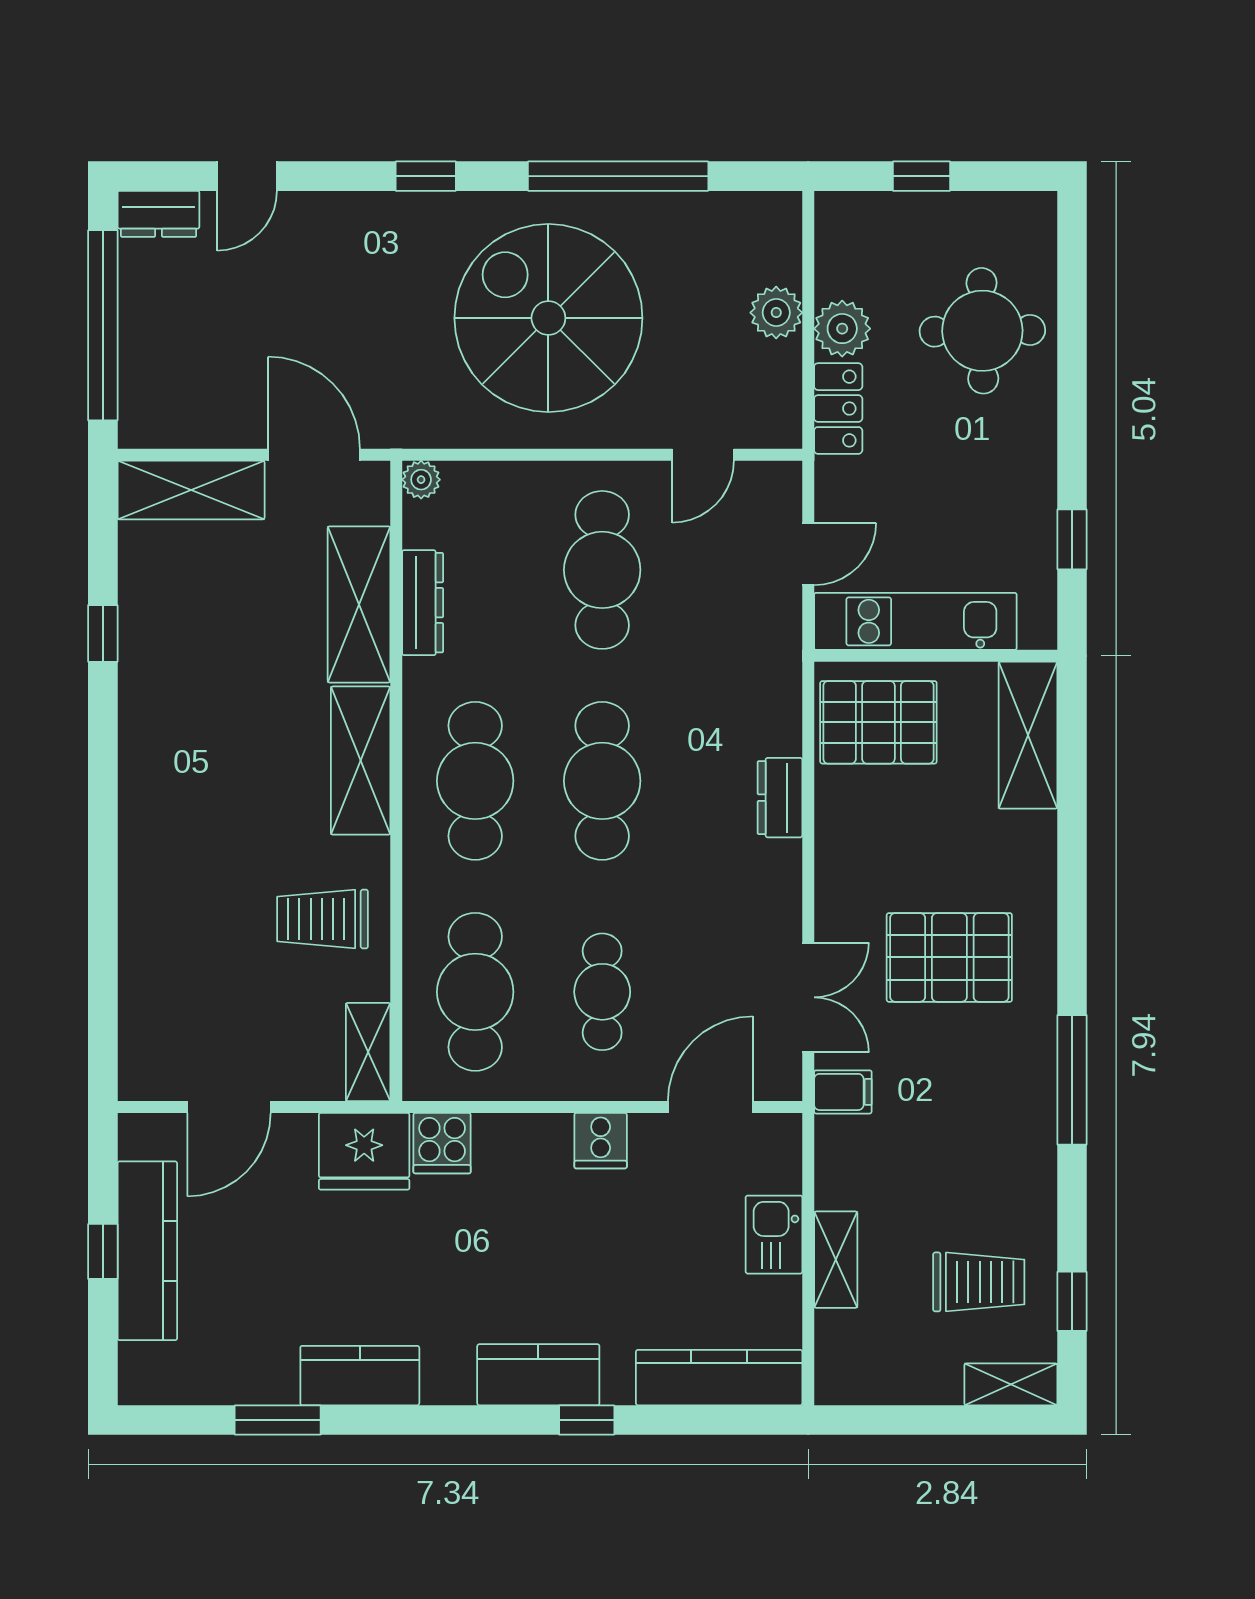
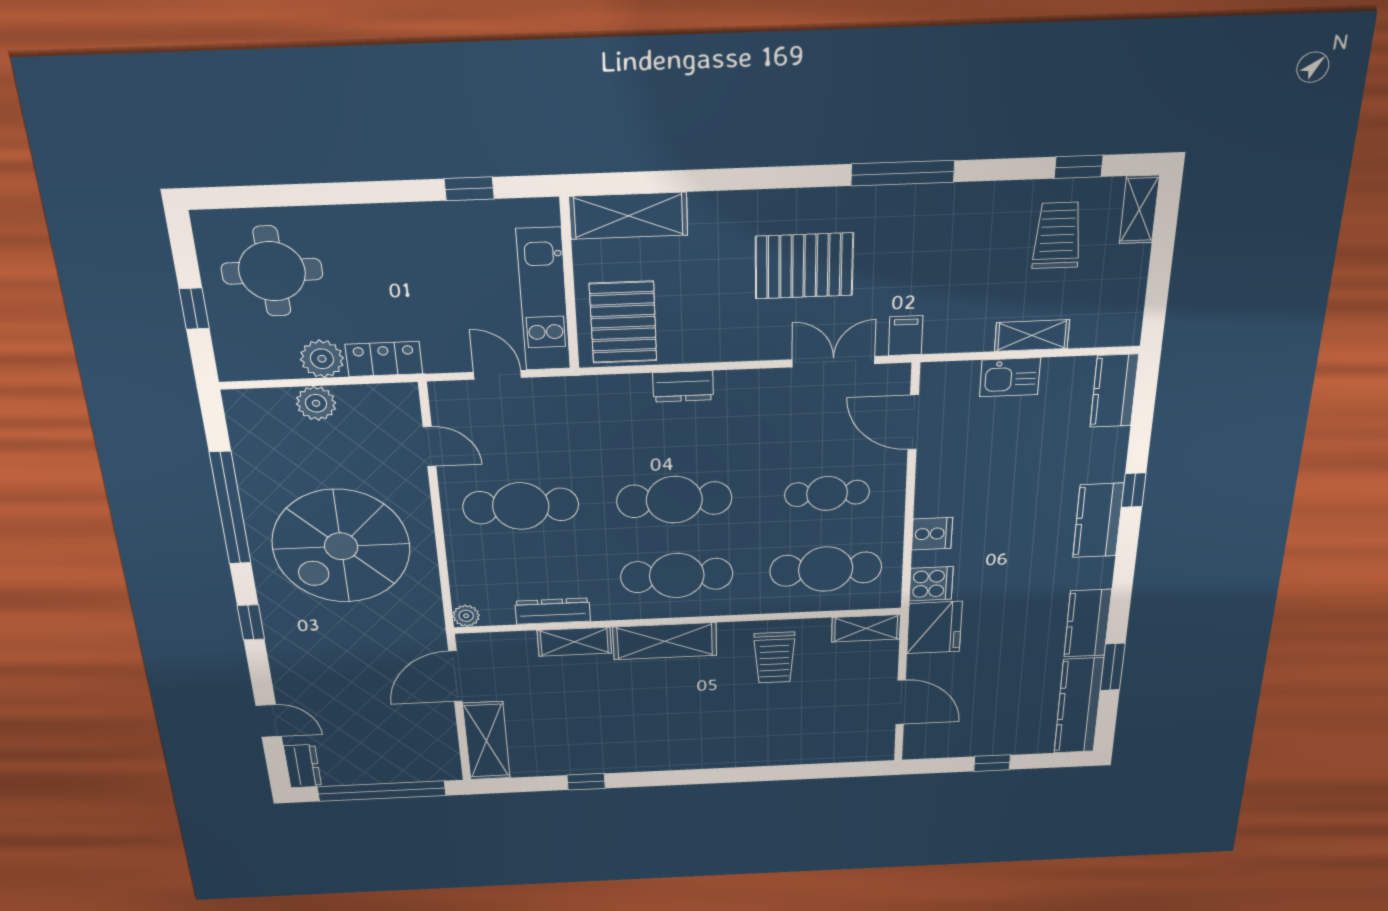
round table: (982, 331) -> (272, 271), moved
shelving: (359, 604) -> (574, 642), width x0.67, depth x0.75
pallet: (949, 957) -> (804, 266), turned 90
cooker: (601, 1141) -> (932, 534), moved
kitchen counter: (147, 1251) -> (1079, 706), moved, turned -90
kitchen counter: (719, 1378) -> (1114, 391), width x0.67

